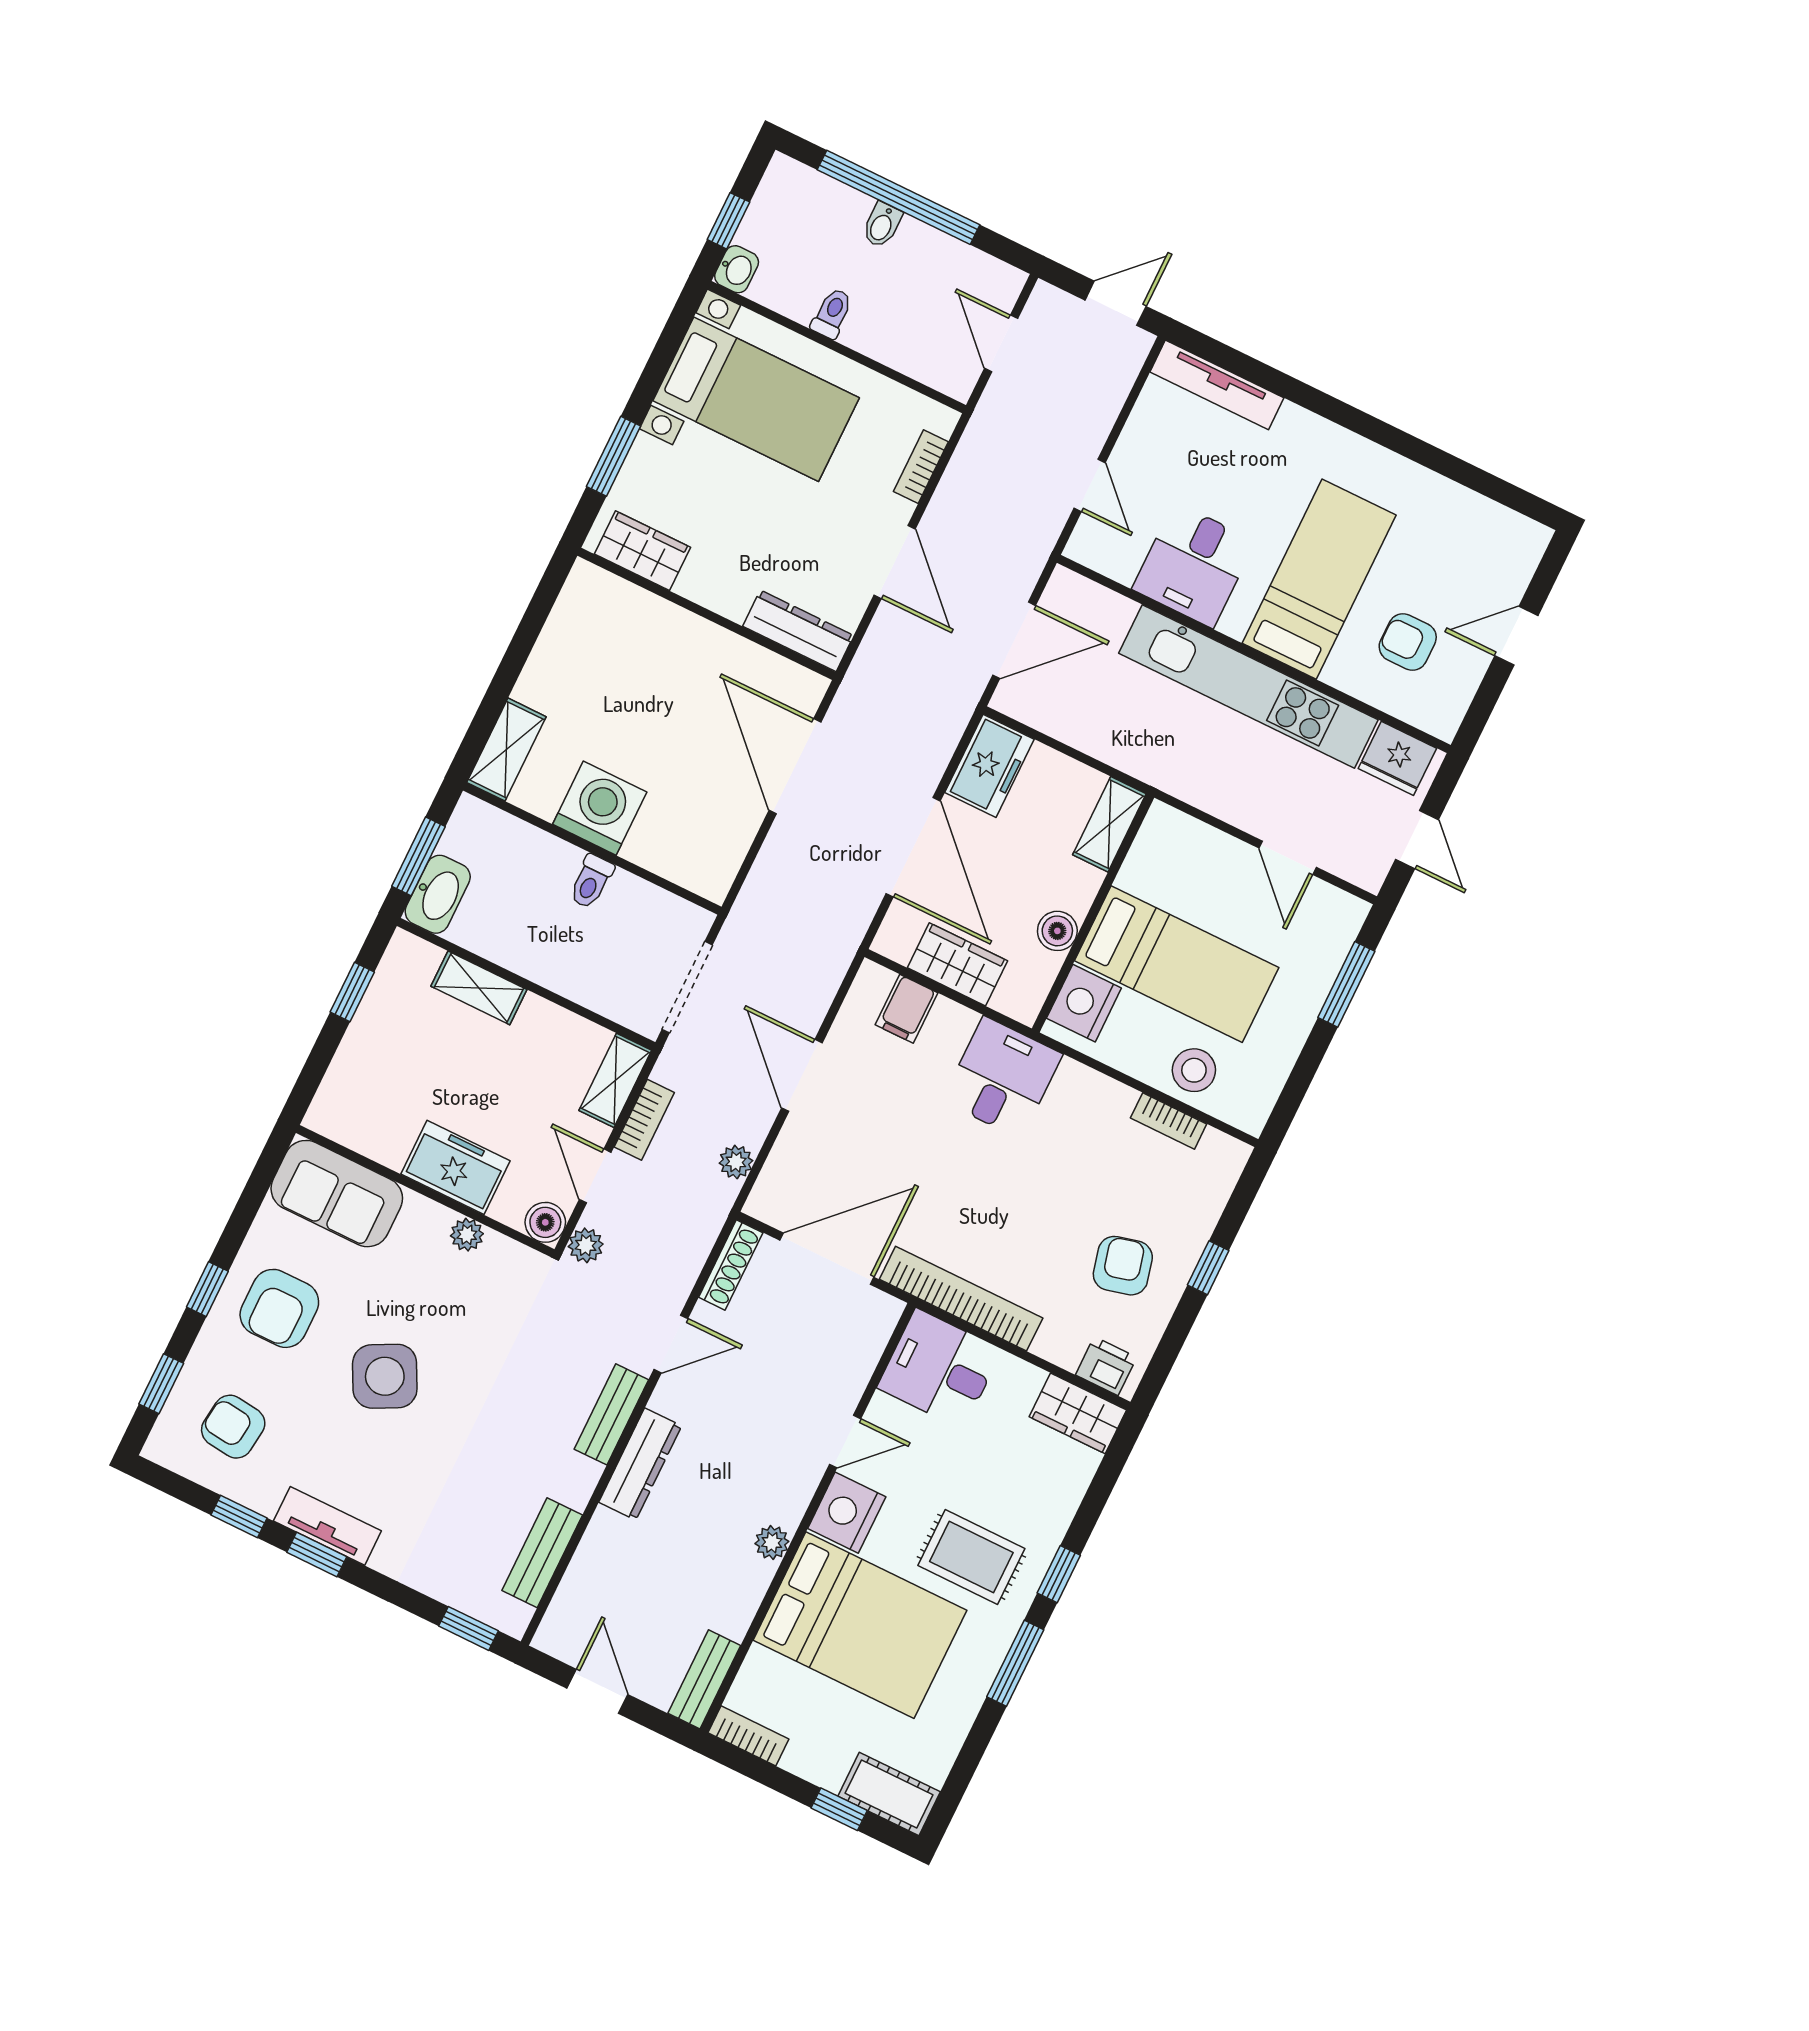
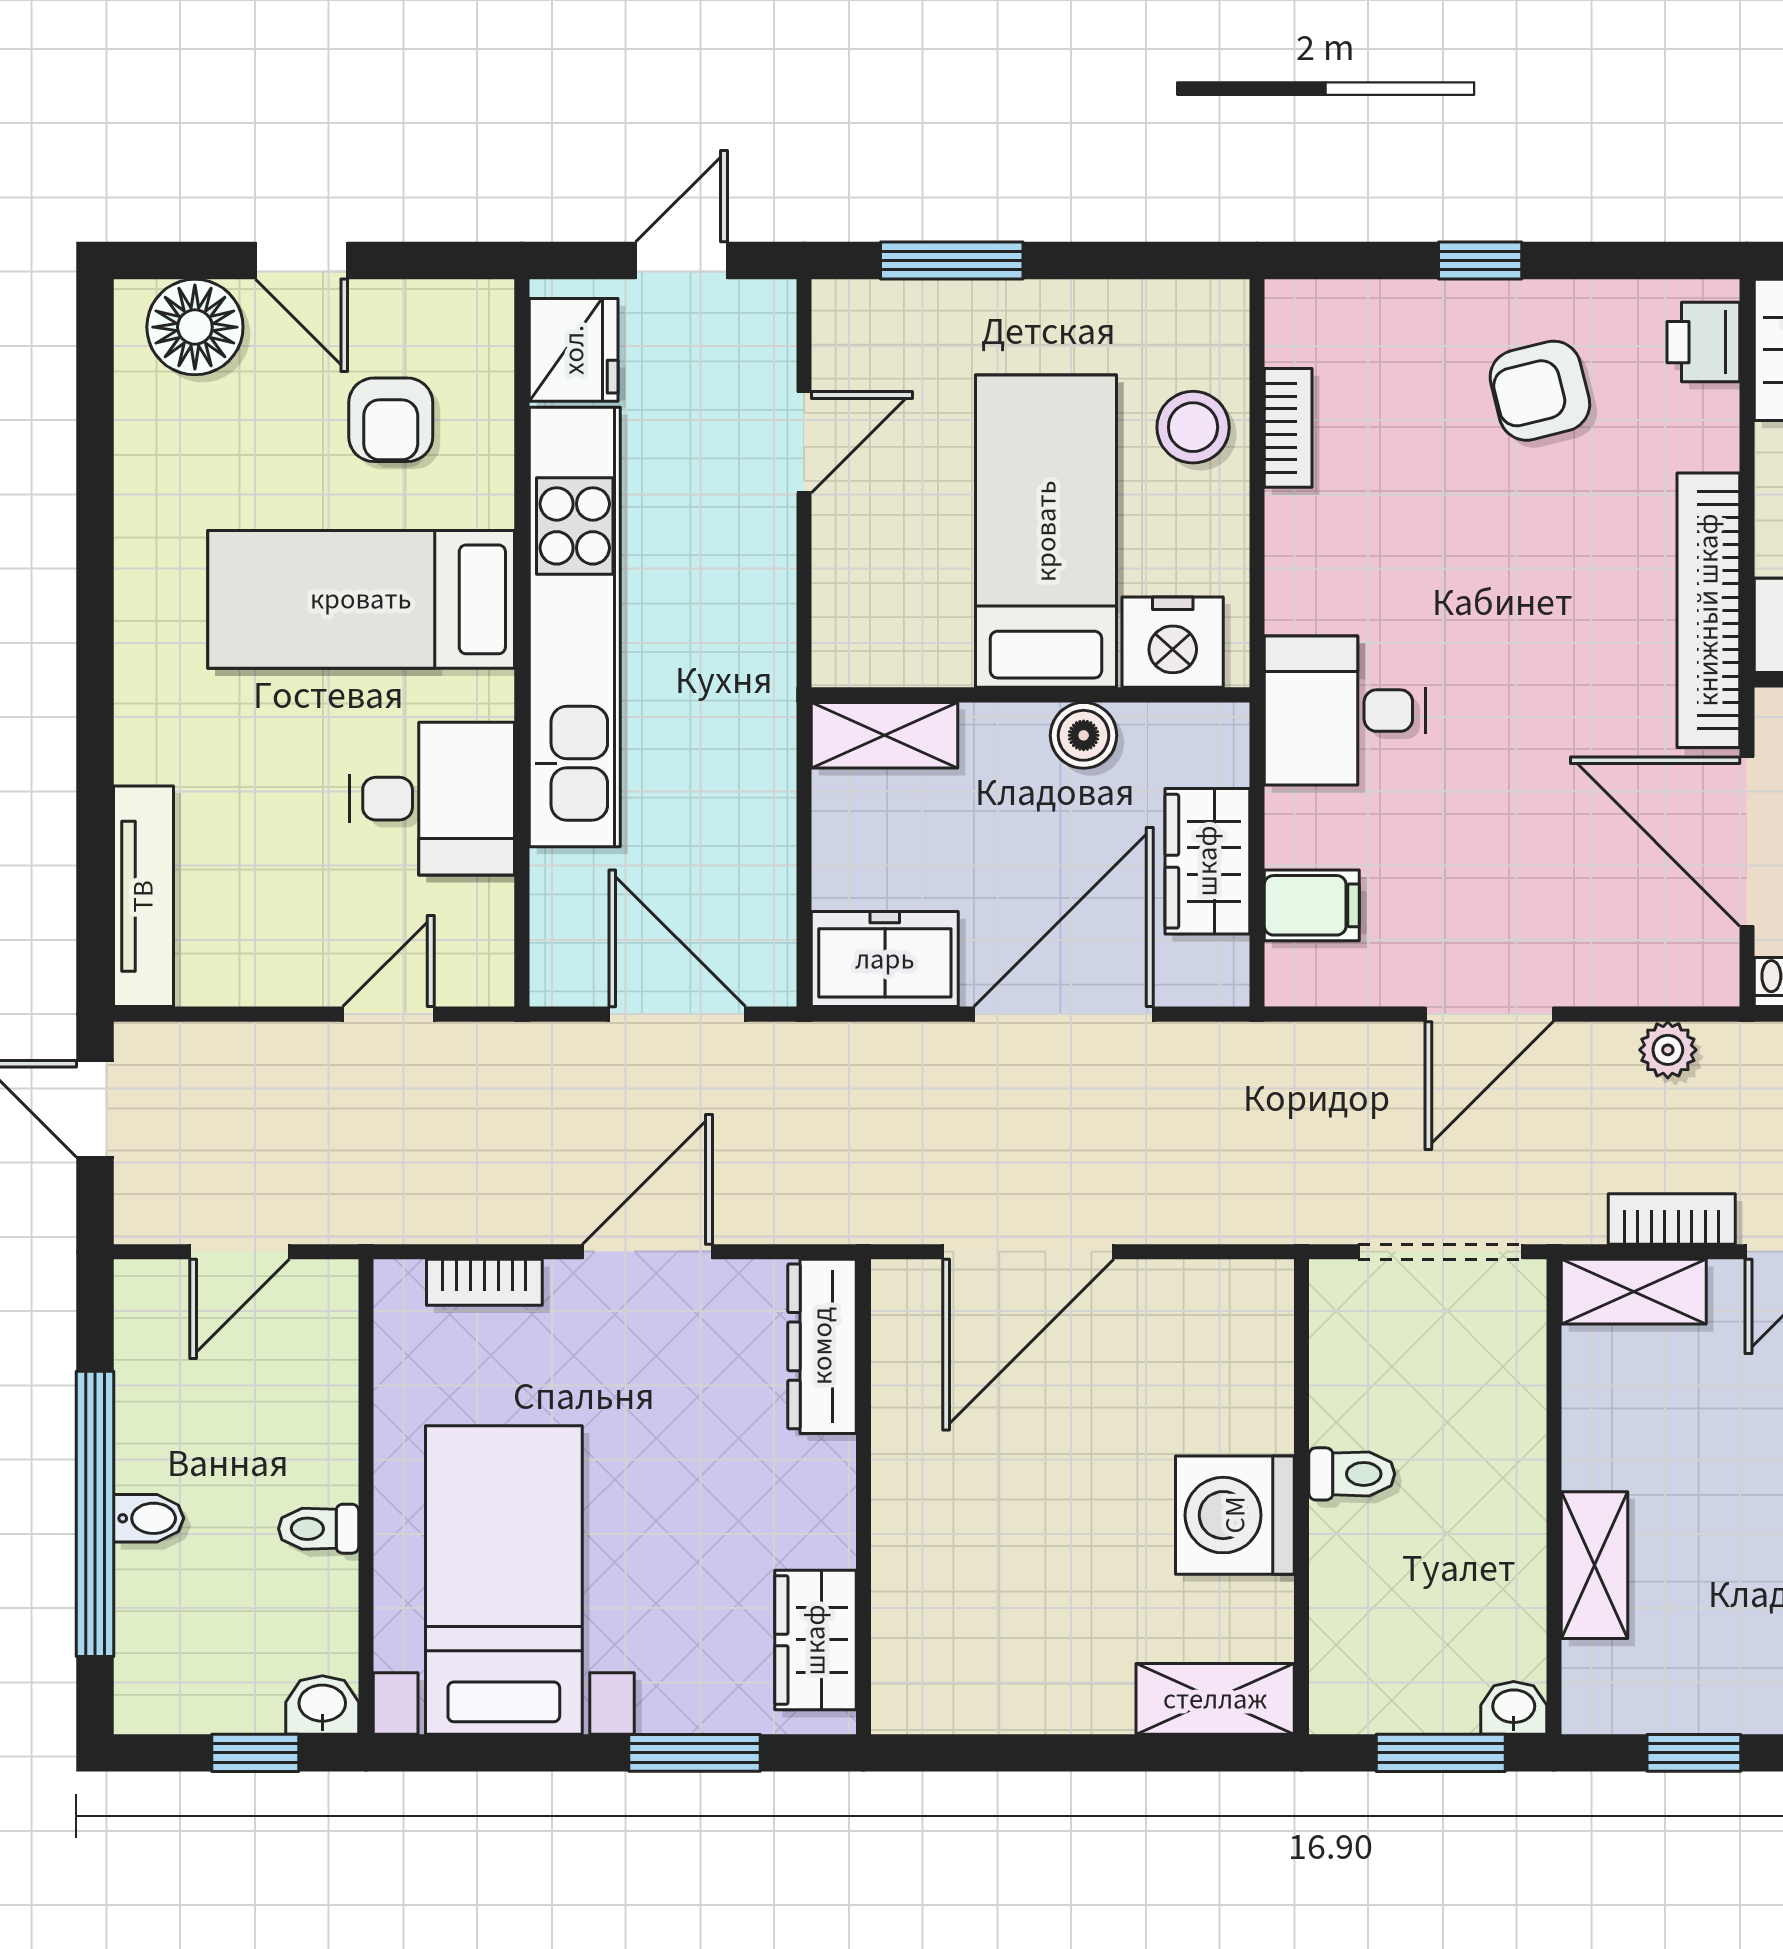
floor lamp: (1509, 561) -> (195, 327), added
washbasin: (438, 894) -> (1514, 1708), width x0.52, depth x0.69

